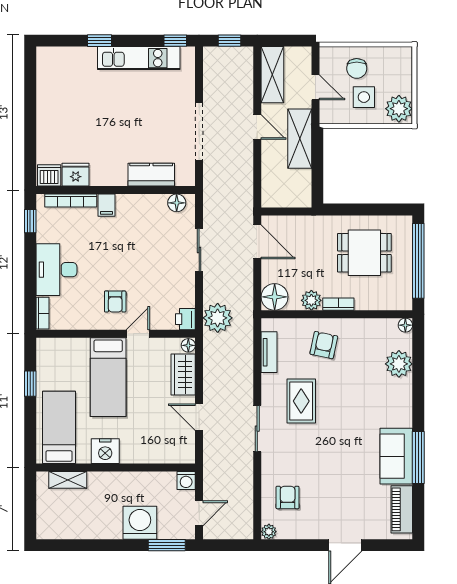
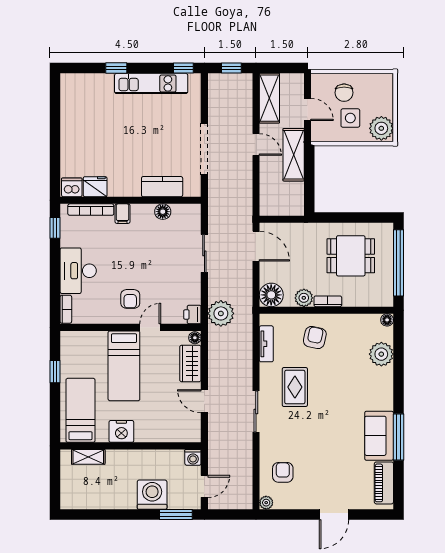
floor lamp: (177, 203) -> (163, 212), moved

